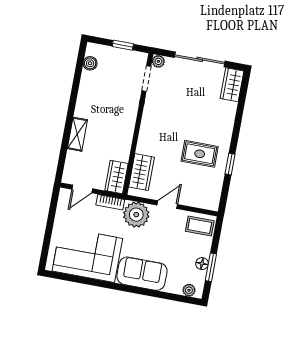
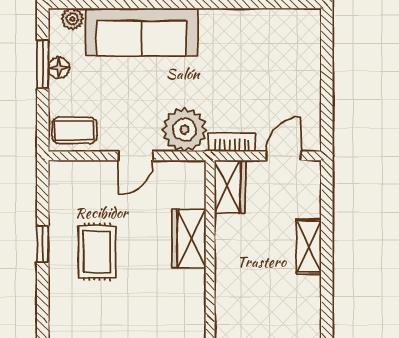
rug: (200, 154) -> (97, 252), turned 90
wardrobe: (142, 172) -> (189, 238), moved
corner sofa: (87, 255) -> (254, 47), removed
sofa: (142, 274) -> (142, 32), width x1.36

